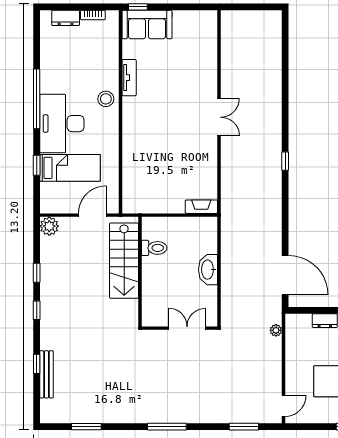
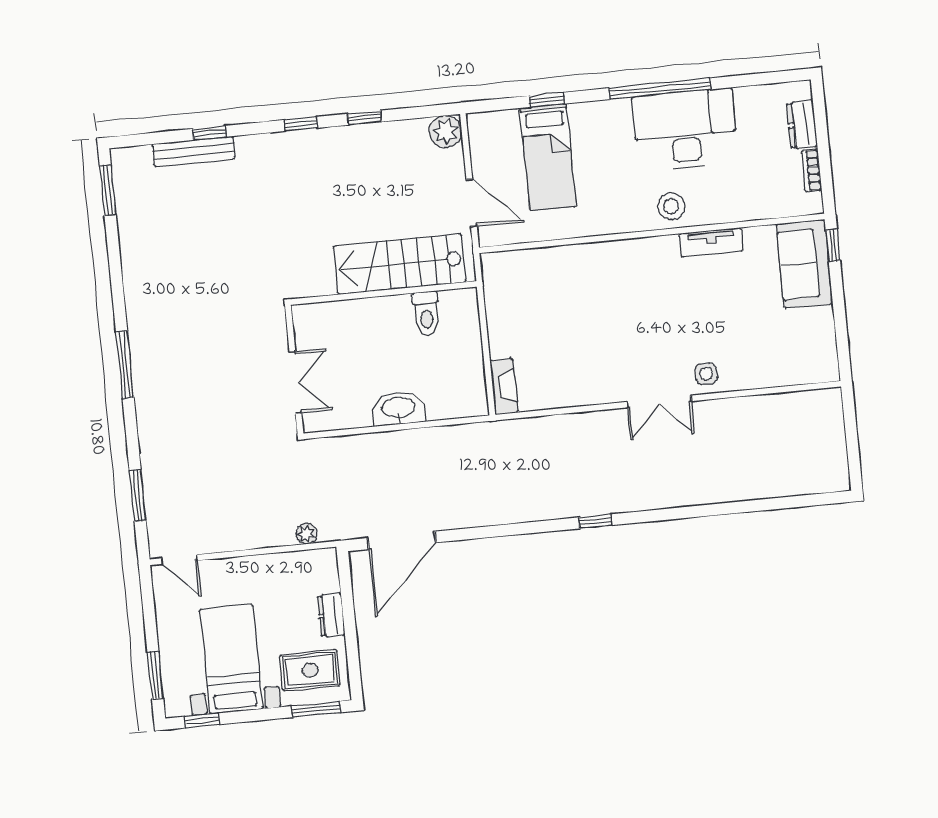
side table: (205, 88) -> (706, 374), added
desk: (62, 124) -> (685, 130), moved
window: (86, 427) -> (108, 190), moved

